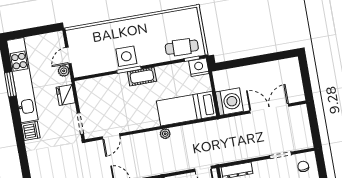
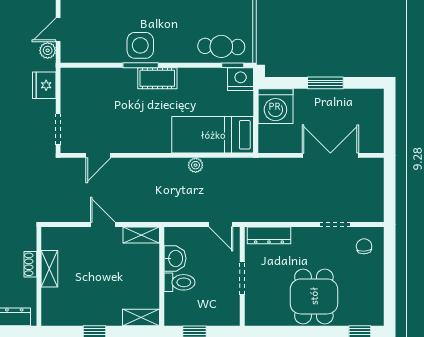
window: (257, 60) -> (325, 83), added
washing machine: (229, 102) -> (275, 106), moved, turned 90
plant: (165, 134) -> (196, 165), moved

